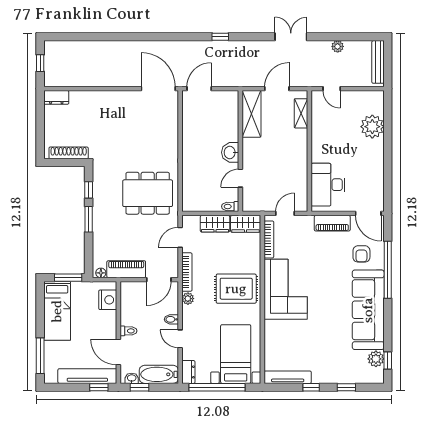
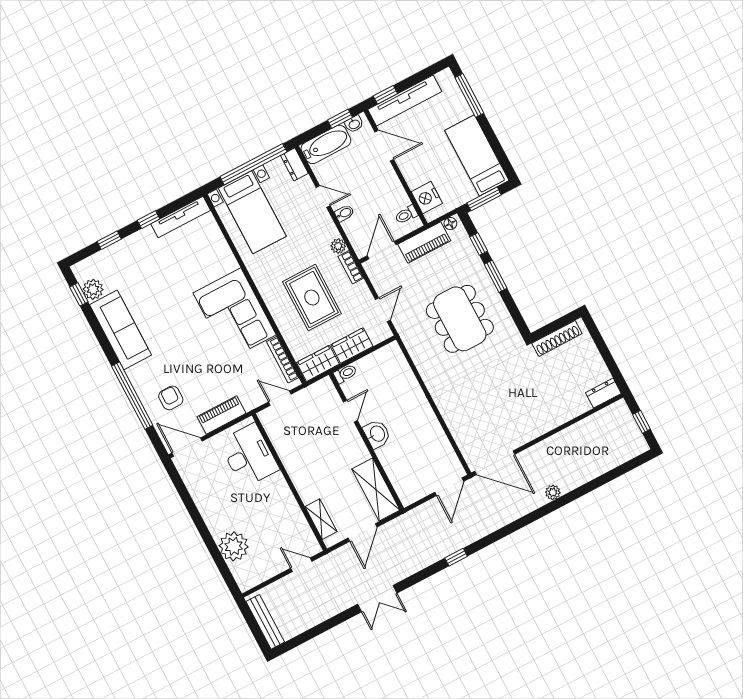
plant: (338, 46) -> (553, 492), moved
window: (89, 190) -> (479, 244), moved
dining table: (148, 193) -> (460, 319), moved, turned 90
door: (285, 213) -> (280, 398), swing flipped
bookcase: (187, 272) -> (351, 267), width x0.64
rug: (236, 289) -> (312, 298), moved, turned 90
sofa: (368, 310) -> (121, 330), width x0.74, depth x0.79
toilet: (129, 331) -> (406, 215), moved

